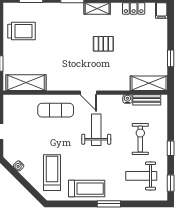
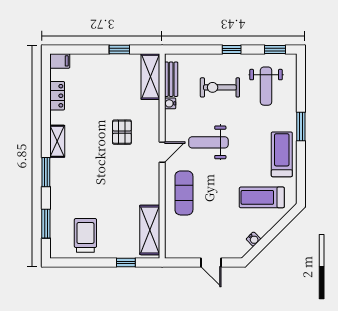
pallet: (103, 44) -> (122, 132), moved

